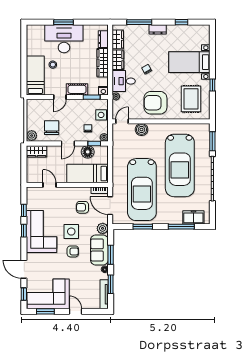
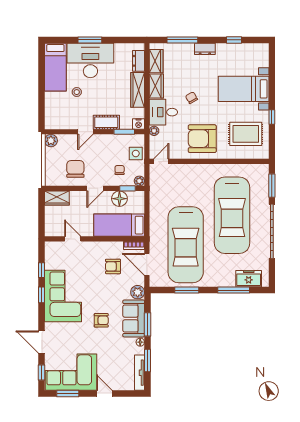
bed: (35, 75) -> (55, 67), moved, turned 180
rug: (191, 99) -> (246, 134), turned 90
boiler: (142, 130) -> (185, 171), removed
plant: (32, 136) -> (51, 141), moved
side table: (71, 232) -> (99, 296), removed

